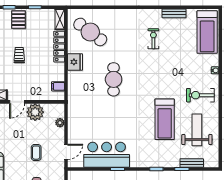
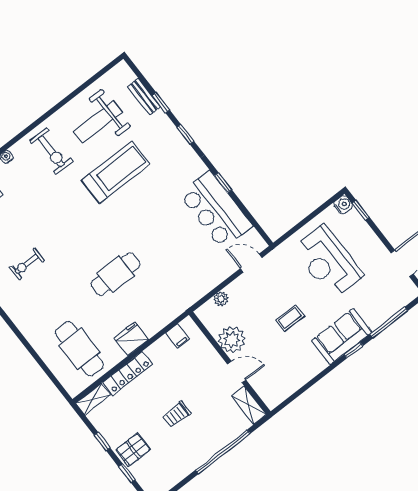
cafe table: (90, 32) -> (79, 349), turned -37
coffee table: (36, 153) -> (290, 318), moved

